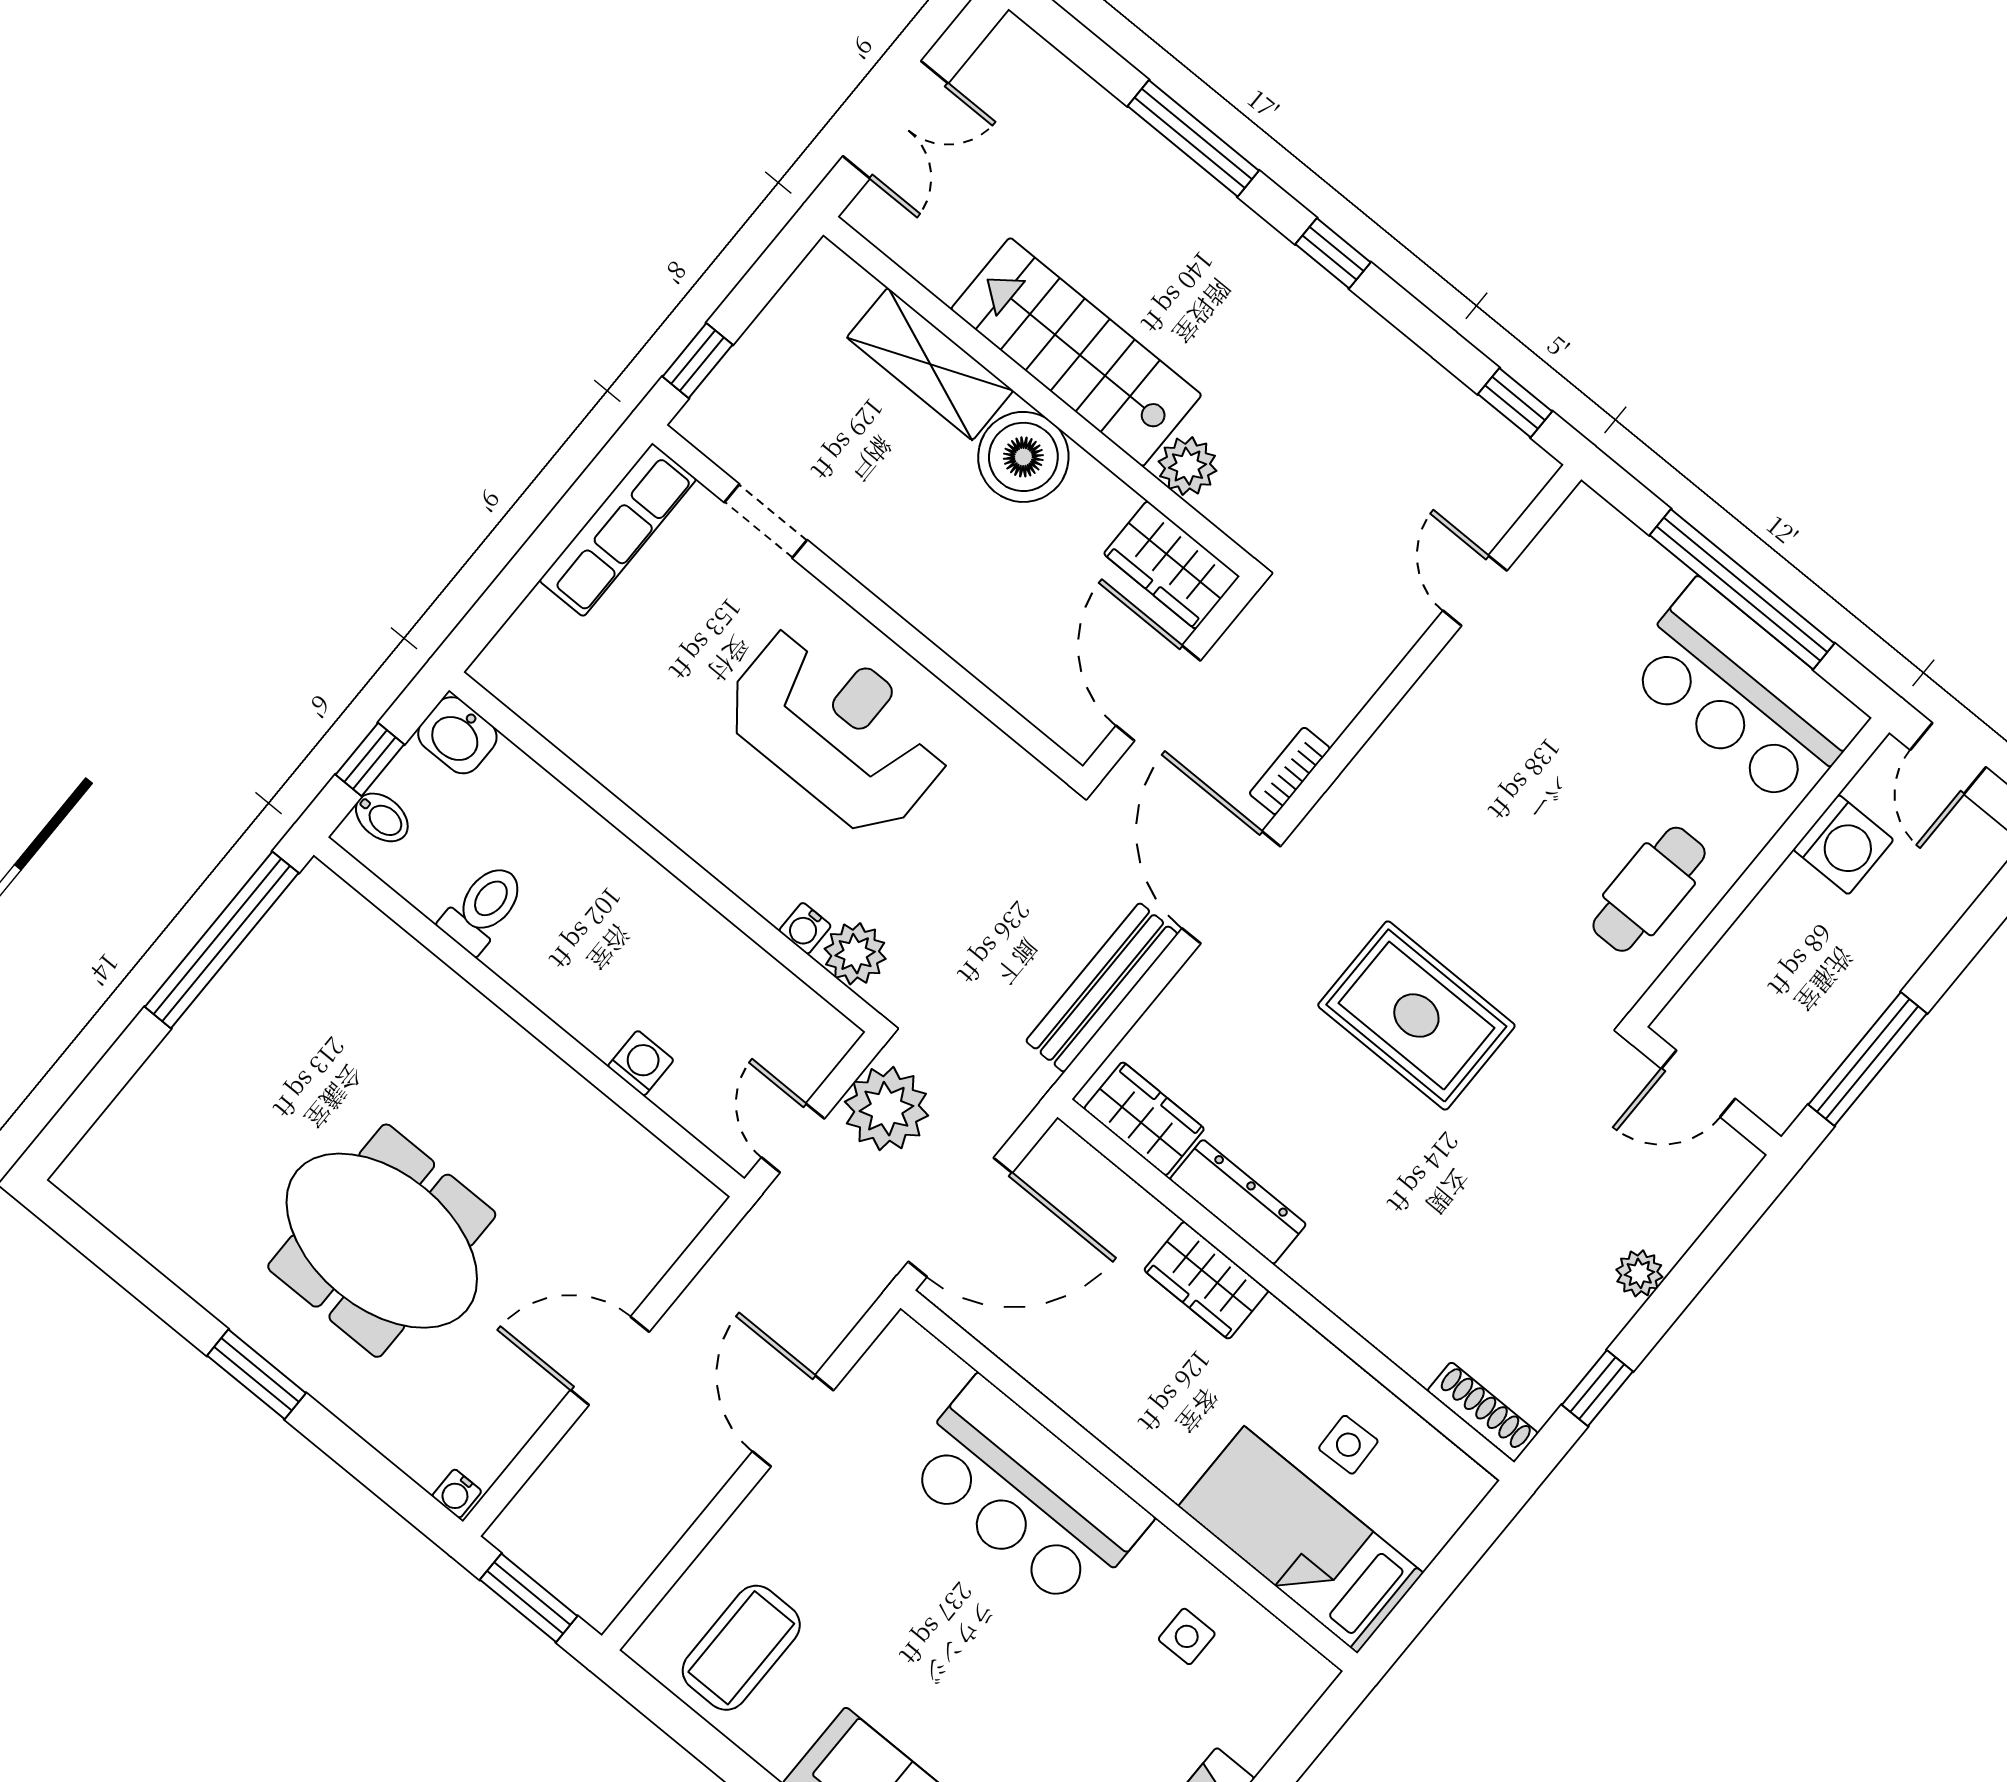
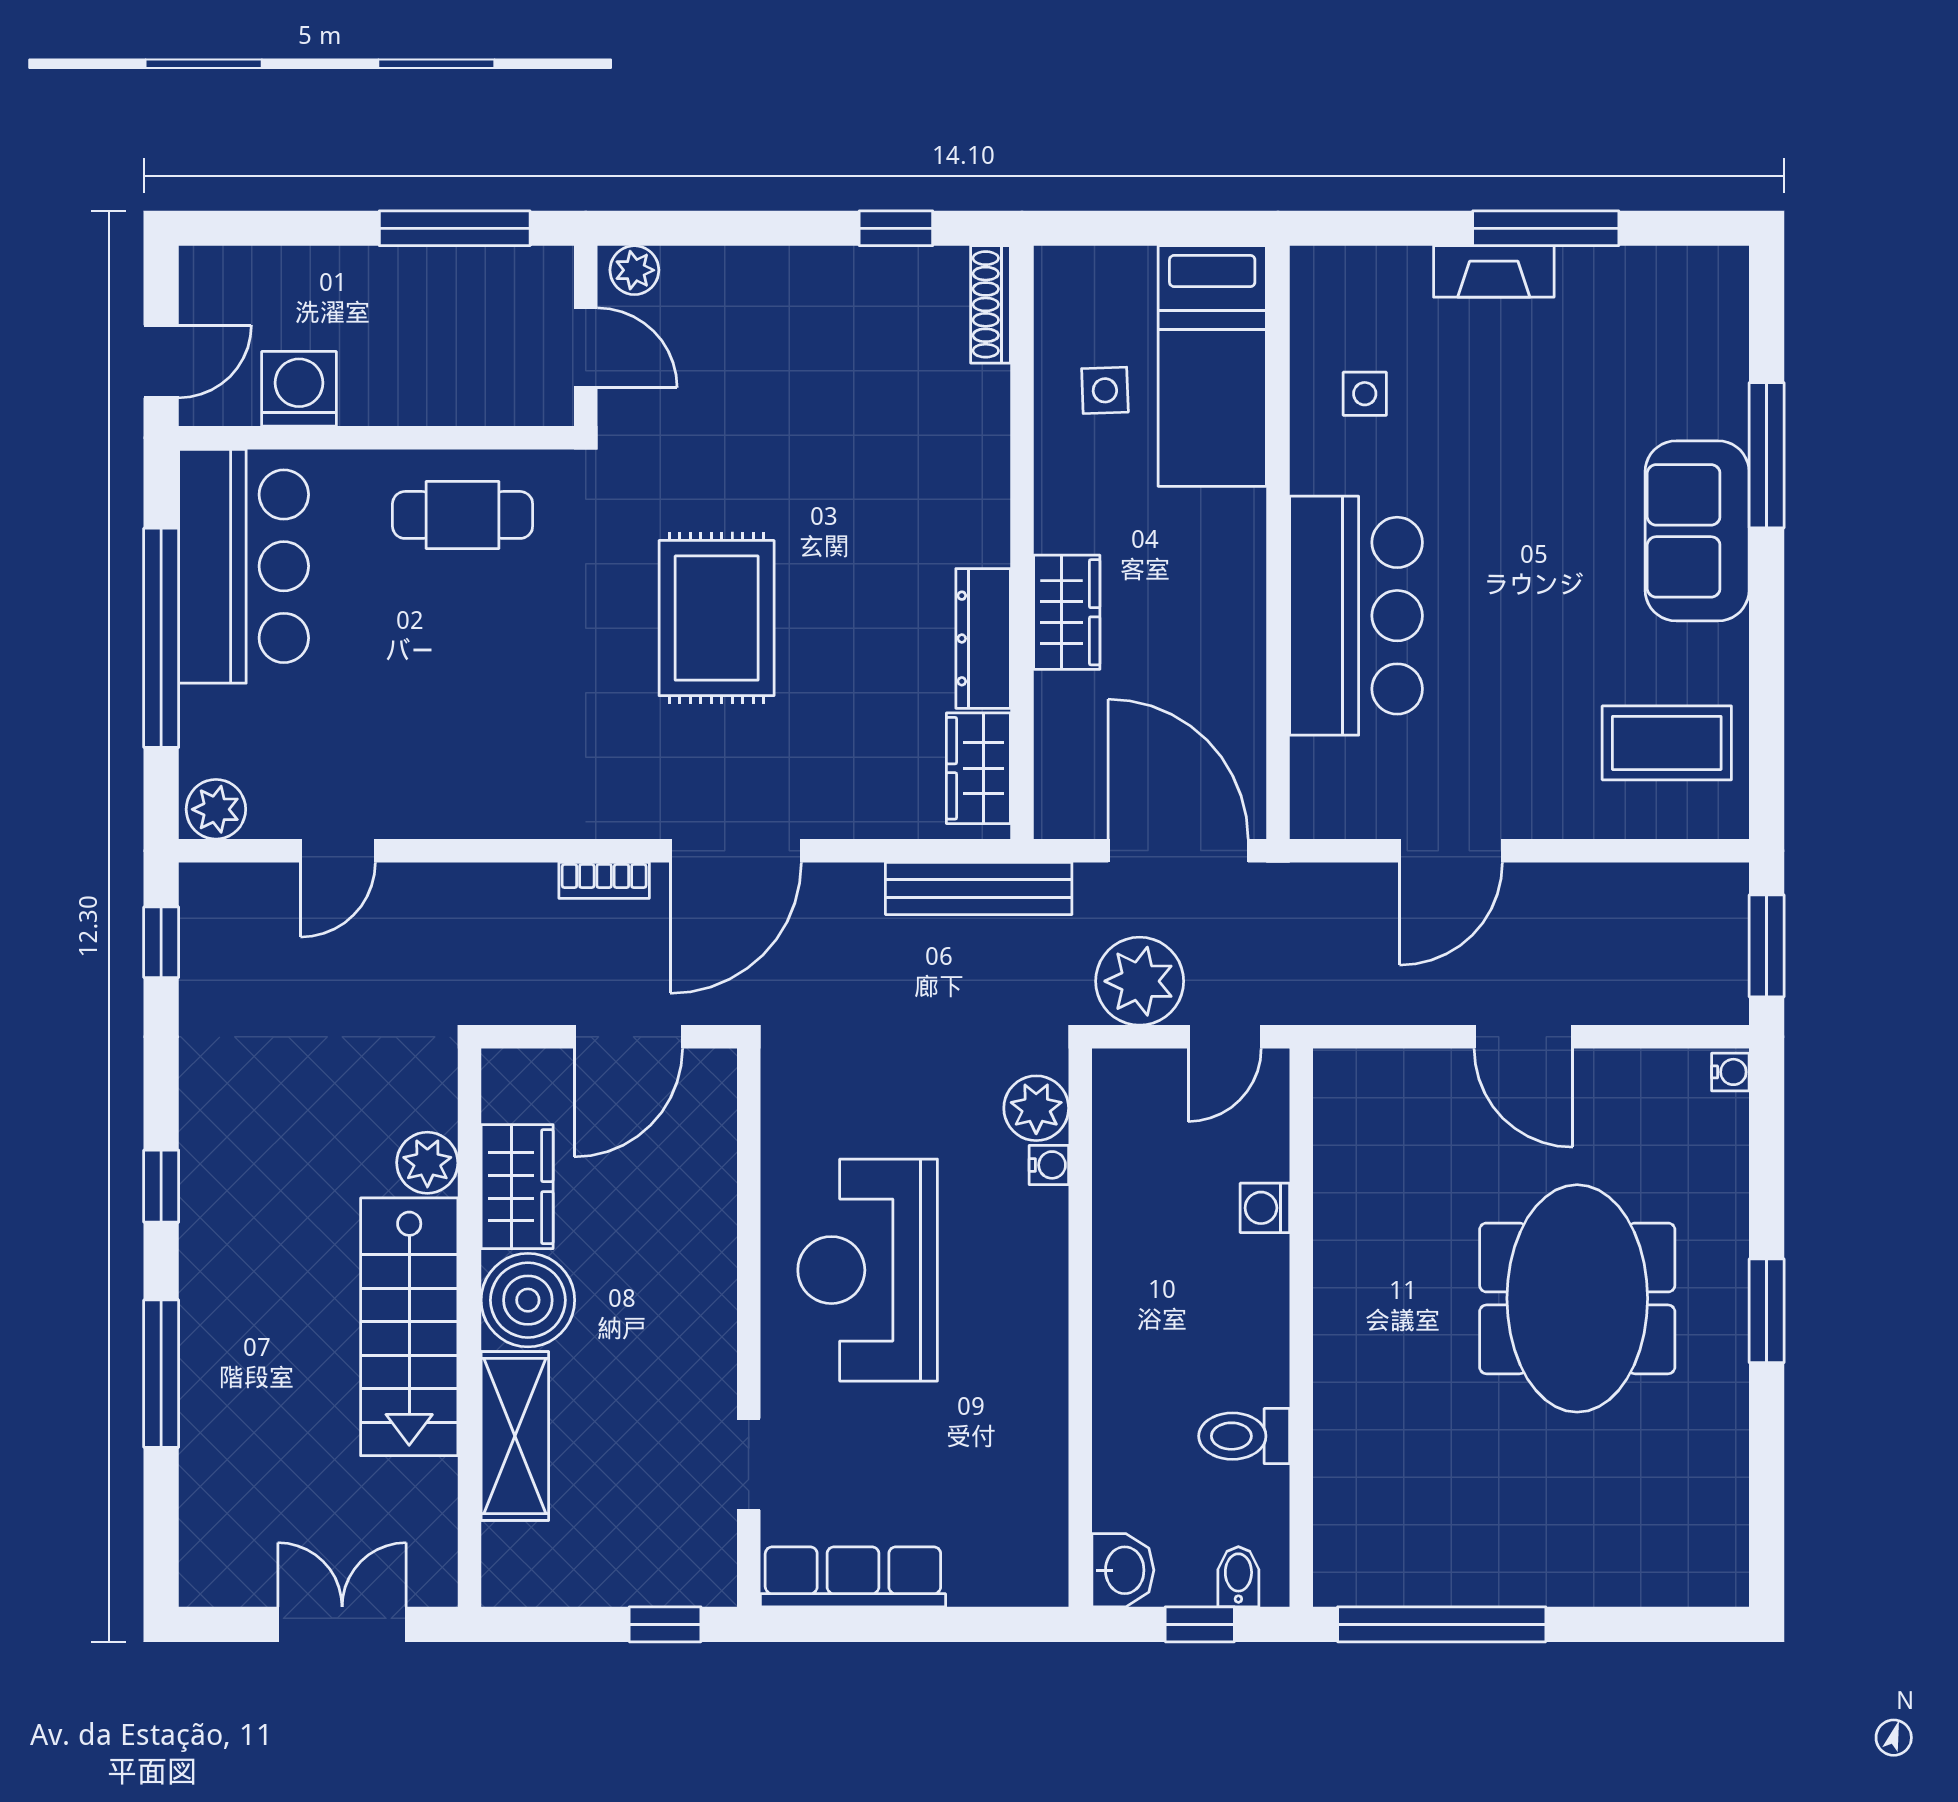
plant: (1581, 525) -> (216, 809), added
wardrobe: (1171, 565) -> (517, 1187), moved
bench: (1102, 988) -> (979, 888), moved
plant: (1639, 1273) -> (634, 270), moved

